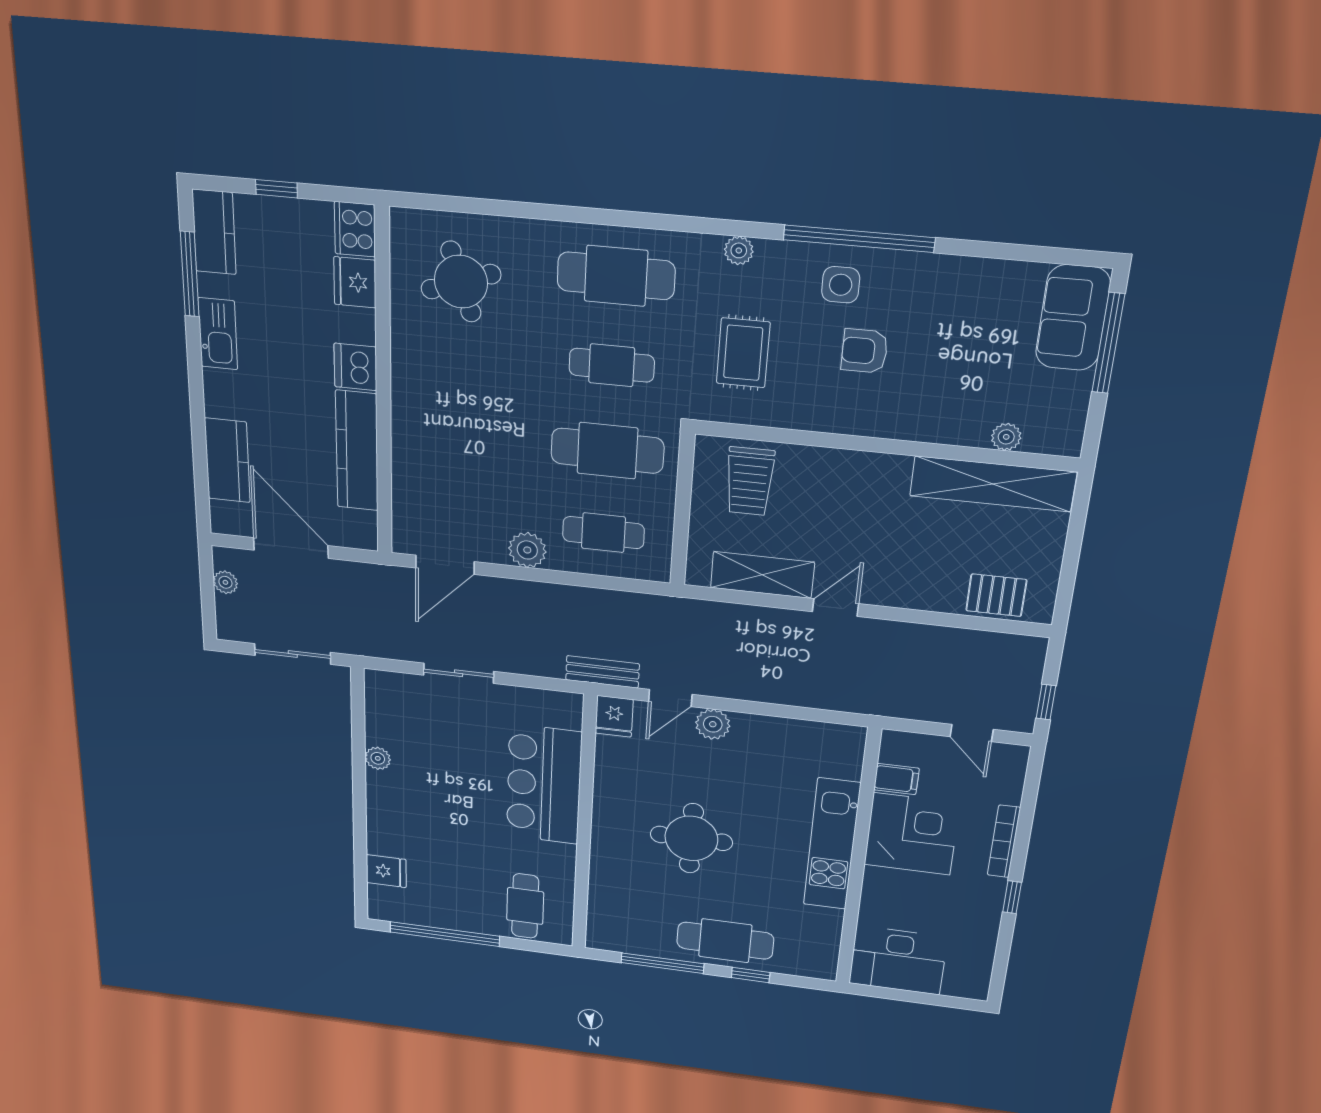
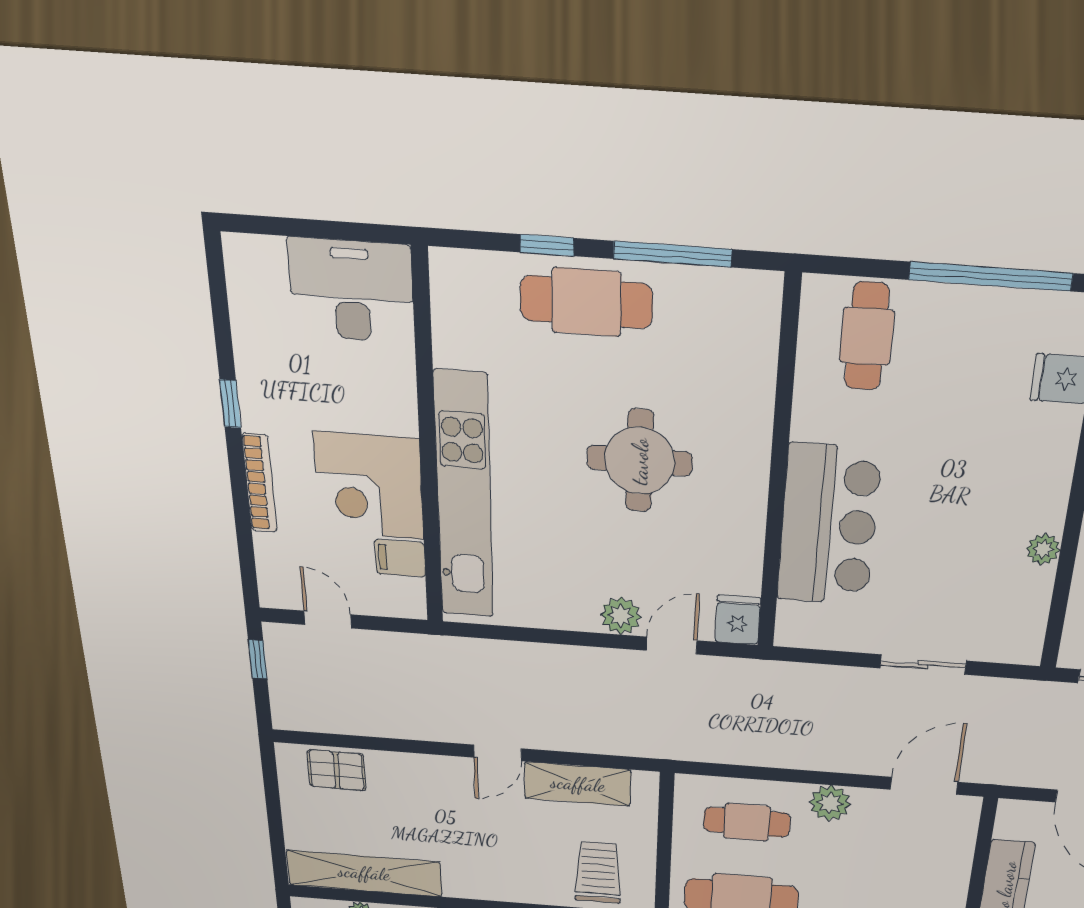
bench: (602, 672) -> (751, 673), removed
kitchen unit: (832, 844) -> (464, 497), width x1.36

